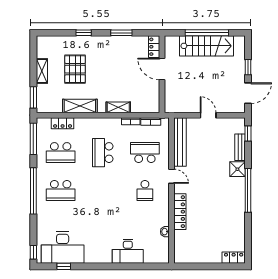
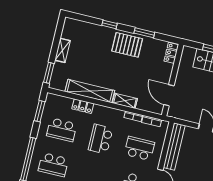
pallet: (75, 69) -> (127, 45), moved, turned 90
door: (162, 69) -> (169, 95), moved
shelving: (80, 106) -> (90, 91), width x1.47
locker: (63, 123) -> (83, 106), moved
window: (33, 139) -> (40, 111), width x0.69

